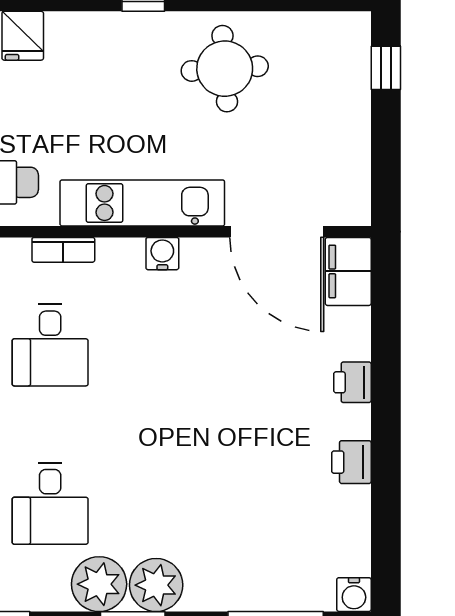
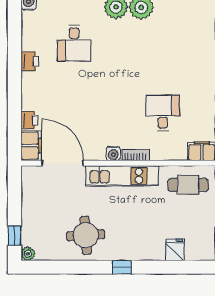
plant: (356, 27) -> (28, 254), added
bookcase: (63, 250) -> (136, 155), moved
printer: (352, 382) -> (29, 120), moved
desk: (50, 504) -> (74, 43), moved, turned 180

